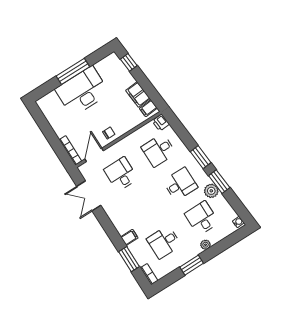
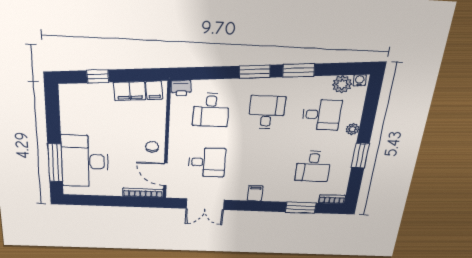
window: (129, 62) -> (98, 76), moved
window: (73, 71) -> (55, 163), moved
desk: (82, 91) -> (85, 161), moved
desk: (121, 174) -> (207, 162), turned 180
plant: (211, 191) -> (342, 84), moved
desk: (202, 218) -> (322, 115), turned 180
filing cabinet: (129, 237) -> (255, 193), moved

